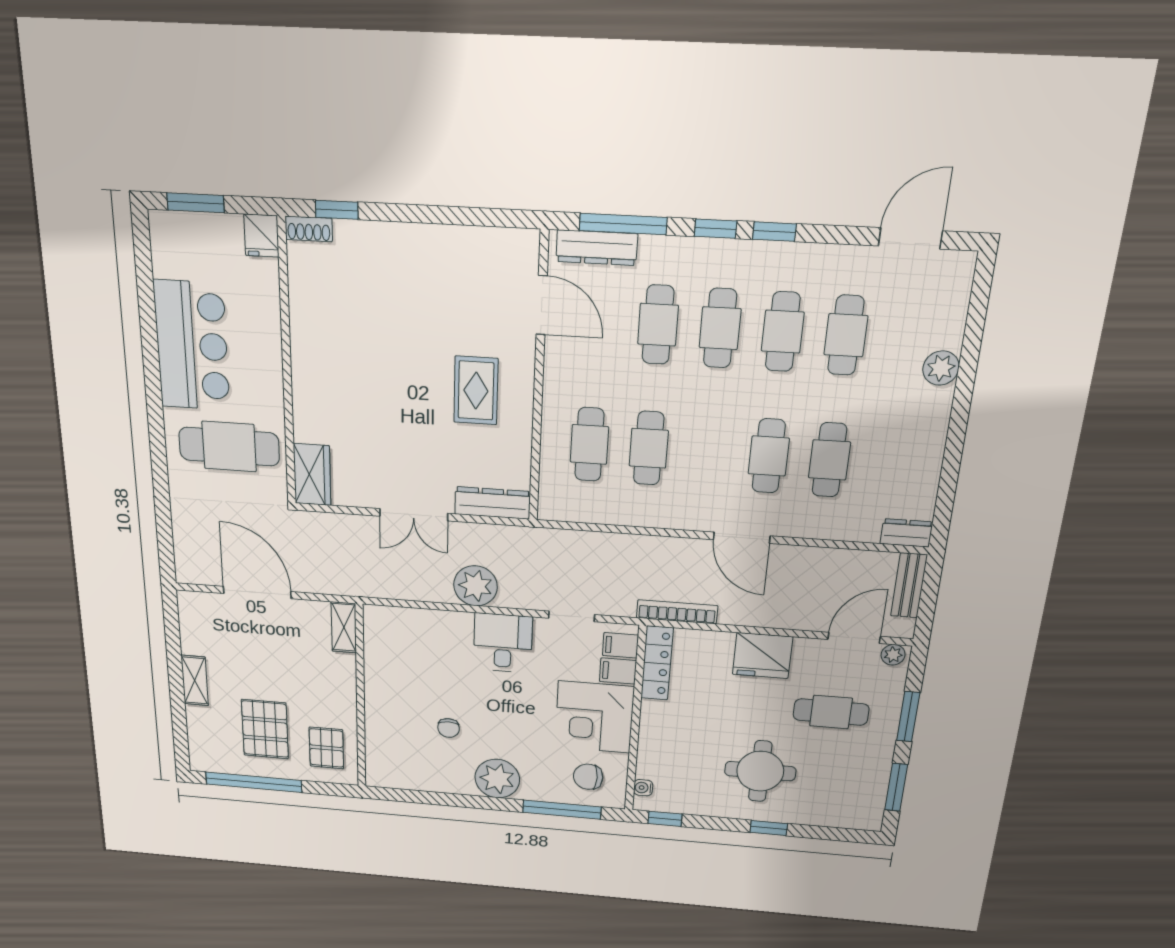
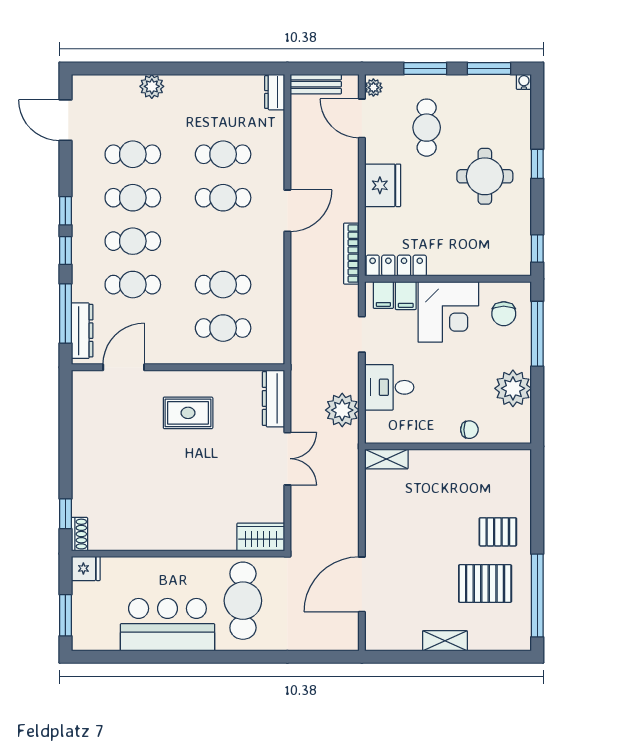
shelving: (344, 627) -> (386, 459), moved
wall: (360, 697) -> (448, 446), moved
water cooler: (643, 788) -> (524, 82), moved, turned 180

